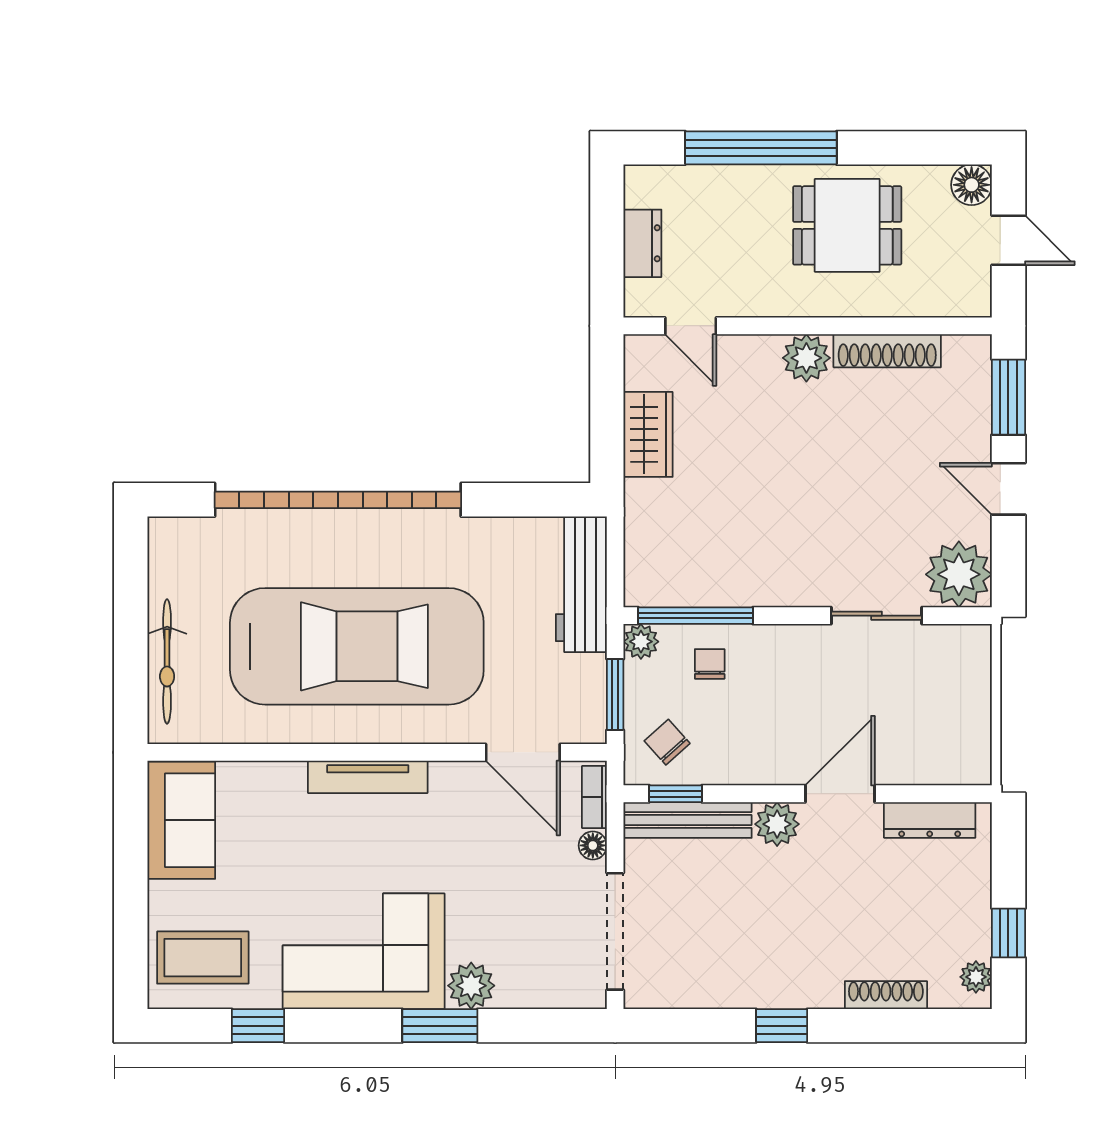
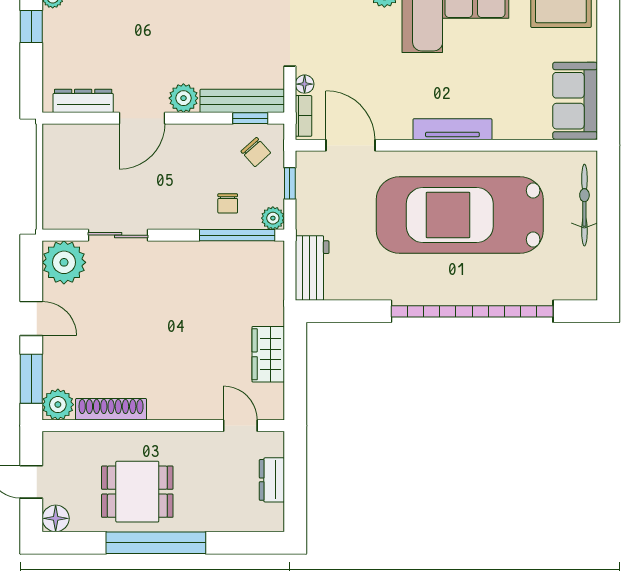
window: (761, 148) -> (156, 543), moved
plant: (806, 358) -> (58, 405), moved
workbench: (581, 584) -> (312, 268), width x0.73
window: (615, 695) -> (290, 183), width x0.67

